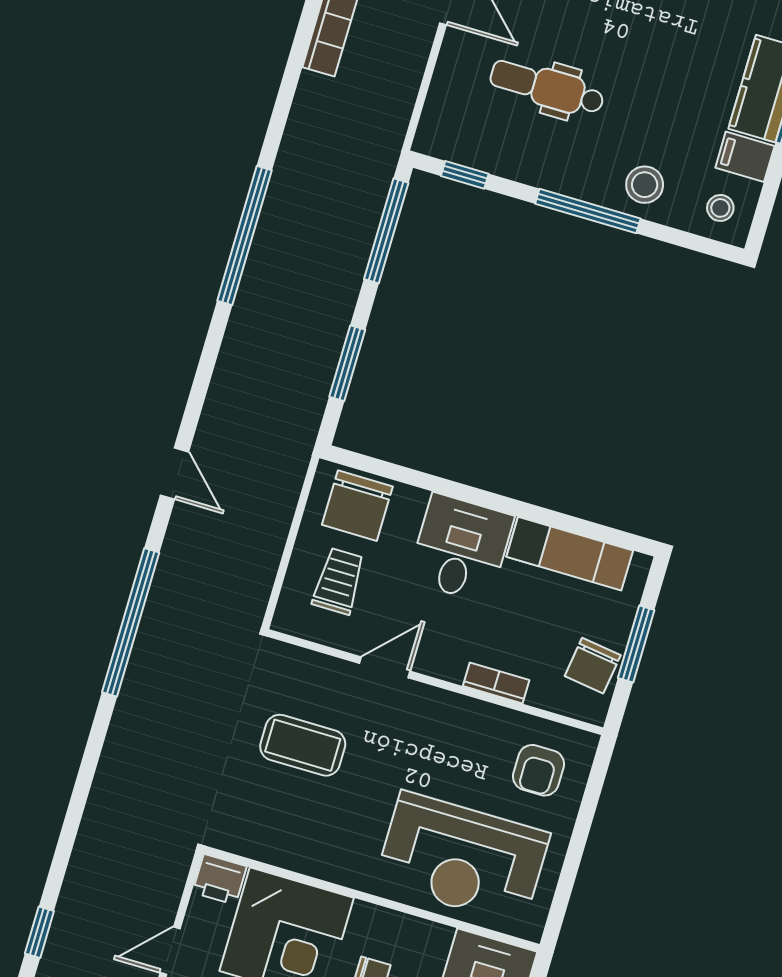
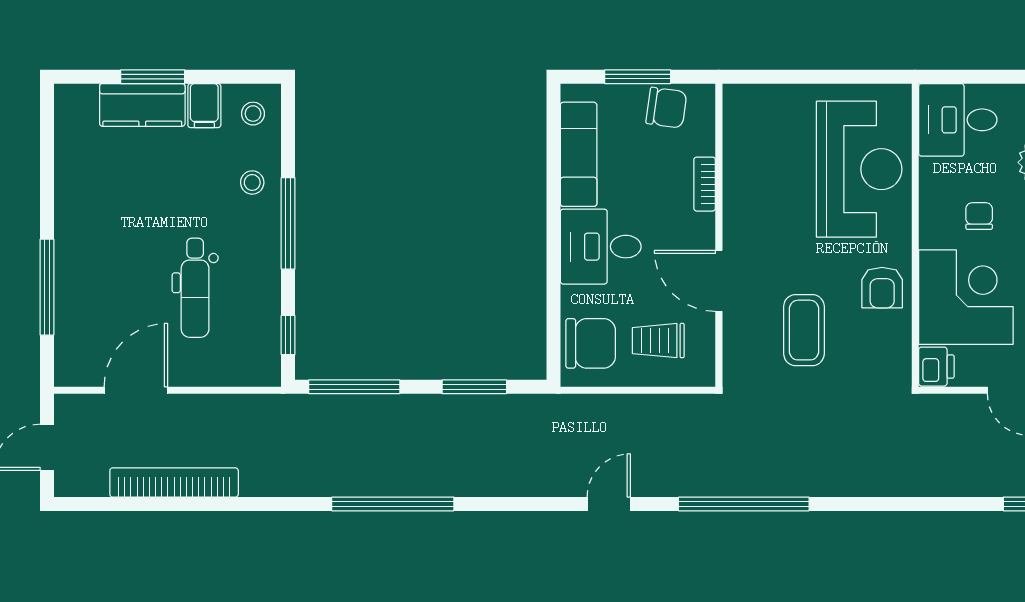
stool: (645, 185) -> (252, 182), width x0.73, depth x0.73
door: (385, 667) -> (719, 281), width x1.38
armchair: (538, 770) -> (882, 288), moved, turned 90

